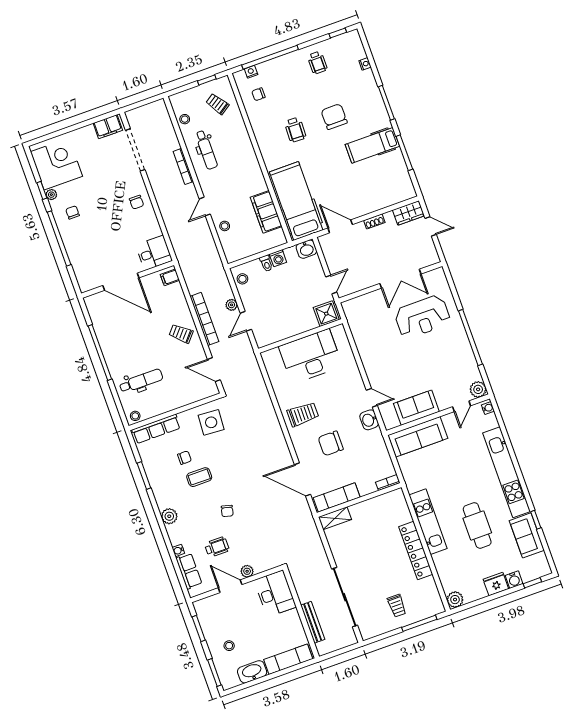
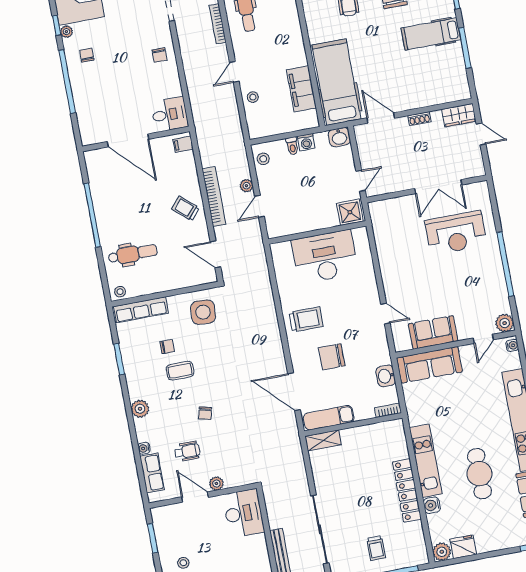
washbasin: (369, 420) -> (386, 376), moved
water cooler: (514, 580) -> (432, 505), moved, turned 90
fridge: (496, 584) -> (463, 547), moved

